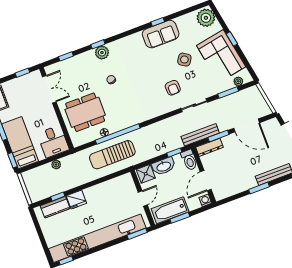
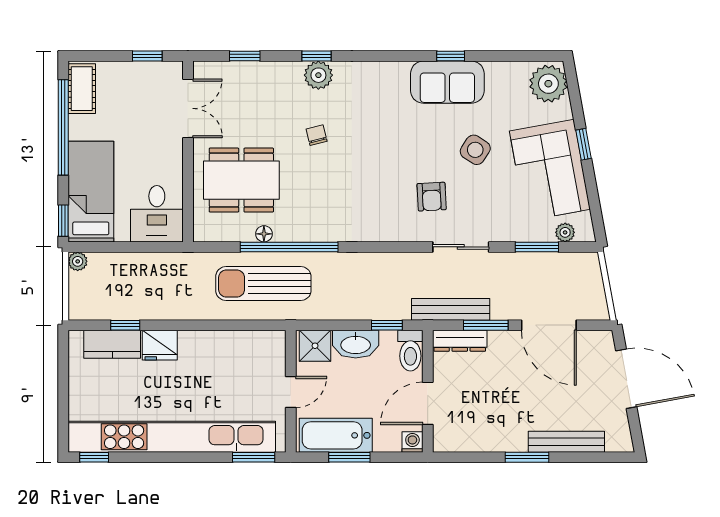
plant: (56, 165) -> (78, 261), moved

